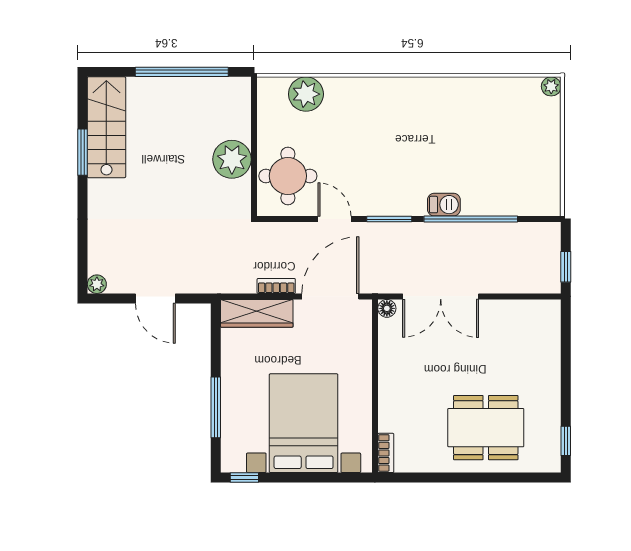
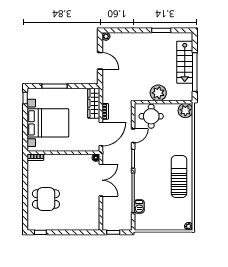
plant: (306, 94) -> (185, 111), moved
sun lounger: (432, 109) -> (179, 176), added
stairs: (106, 127) -> (185, 62), moved, turned 90
barbecue: (444, 205) -> (139, 206), moved
door: (330, 296) -> (101, 134), hinge flipped
double door: (441, 296) -> (101, 180), swing flipped
door: (155, 298) -> (100, 61), swing flipped
dining table: (486, 428) -> (46, 199), width x0.73

